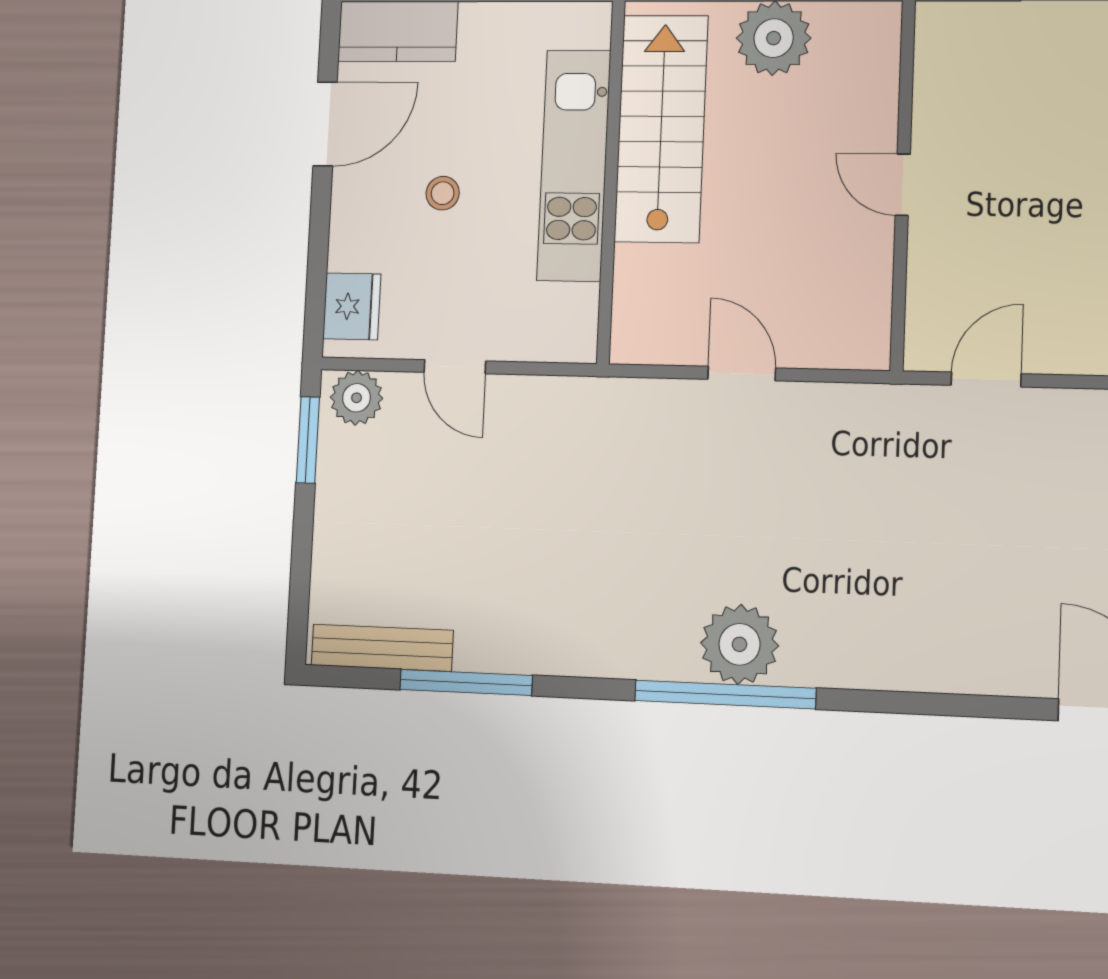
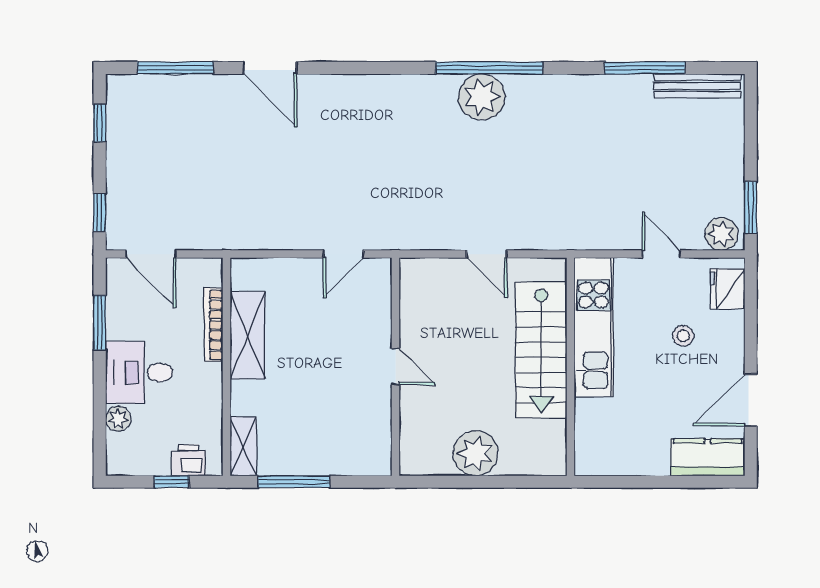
stairs: (661, 129) -> (541, 350), moved
kitchen unit: (574, 165) -> (594, 327), moved
stool: (443, 193) -> (683, 336), moved

